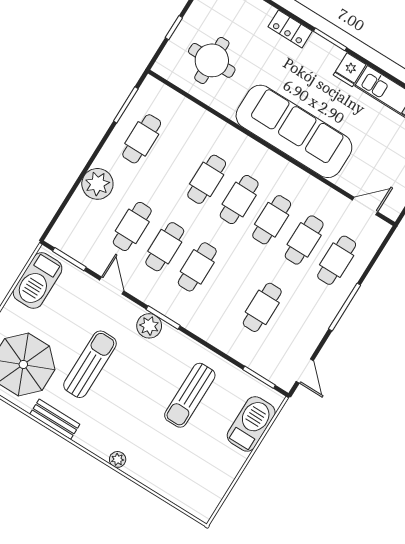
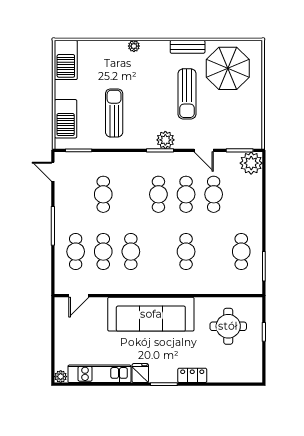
plant: (97, 184) -> (251, 163), moved
cafe table: (239, 200) -> (158, 252), removed
barbecue: (38, 281) -> (66, 60), moved, turned 180

